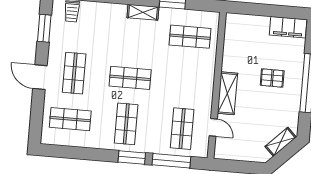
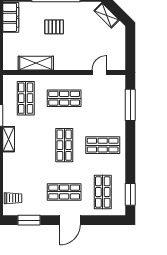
pallet: (272, 78) -> (54, 27), turned 90
shelving: (227, 93) -> (36, 63), moved
shop shelf: (182, 129) -> (64, 98), moved
window: (132, 157) -> (130, 194), moved

